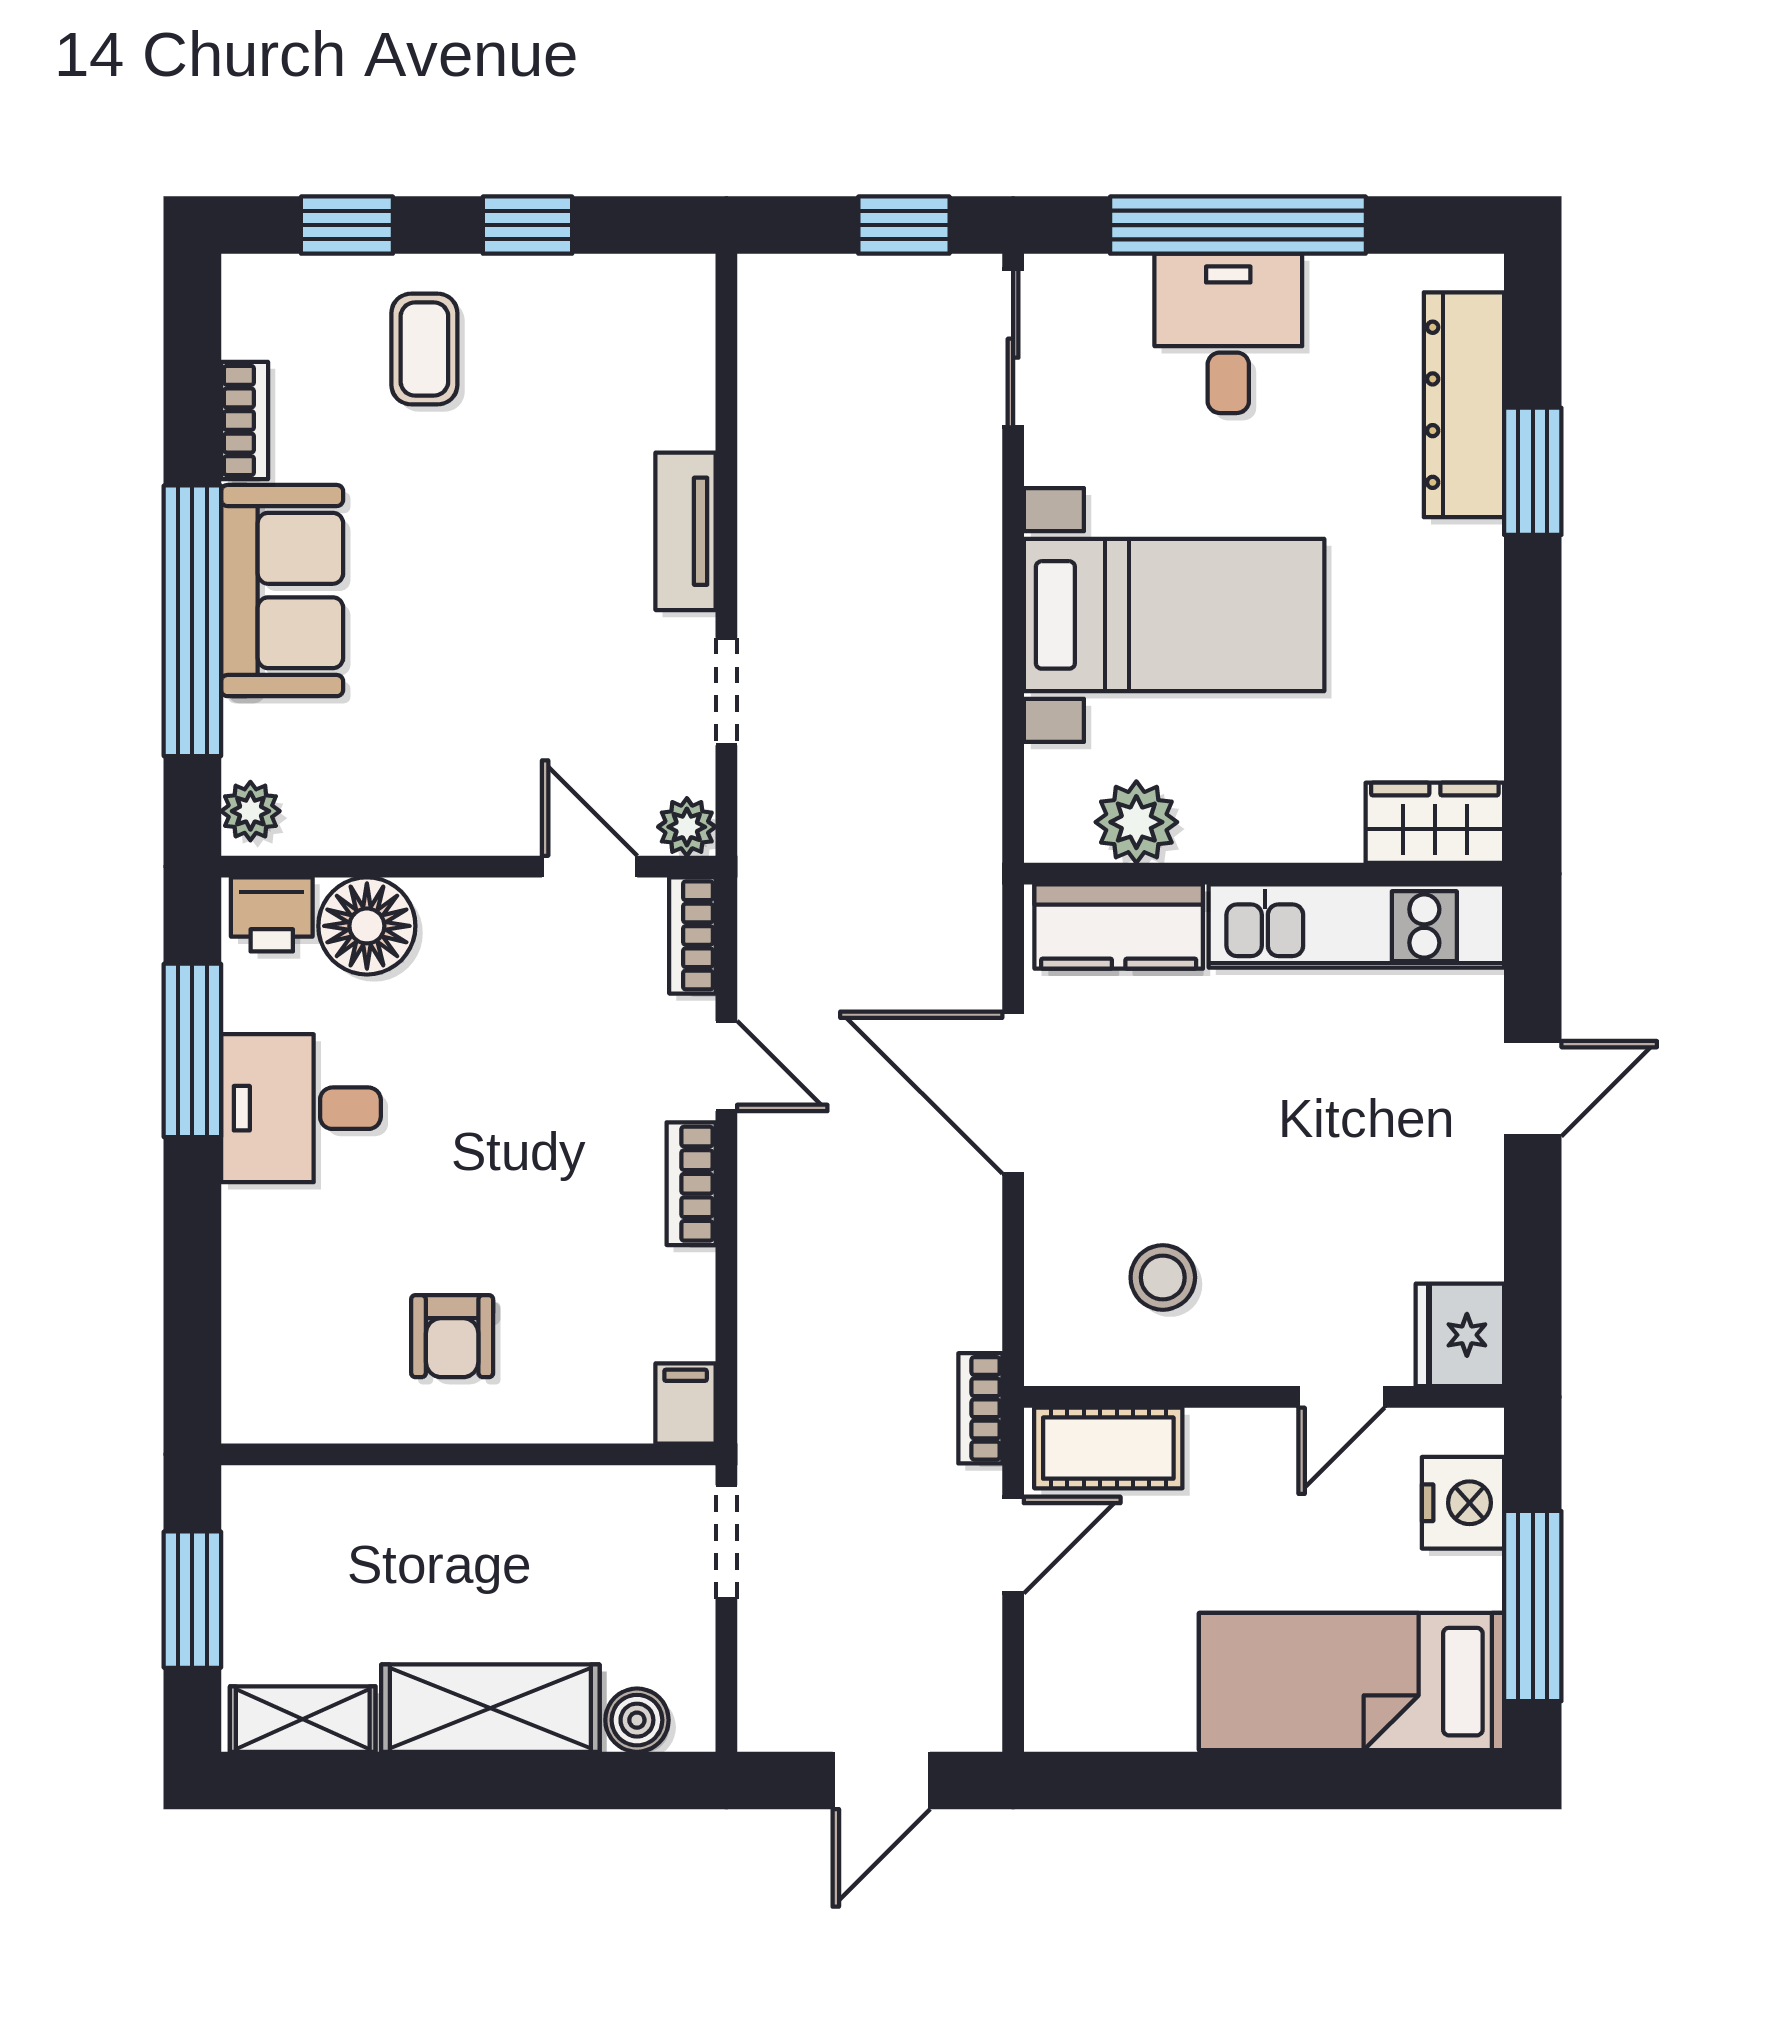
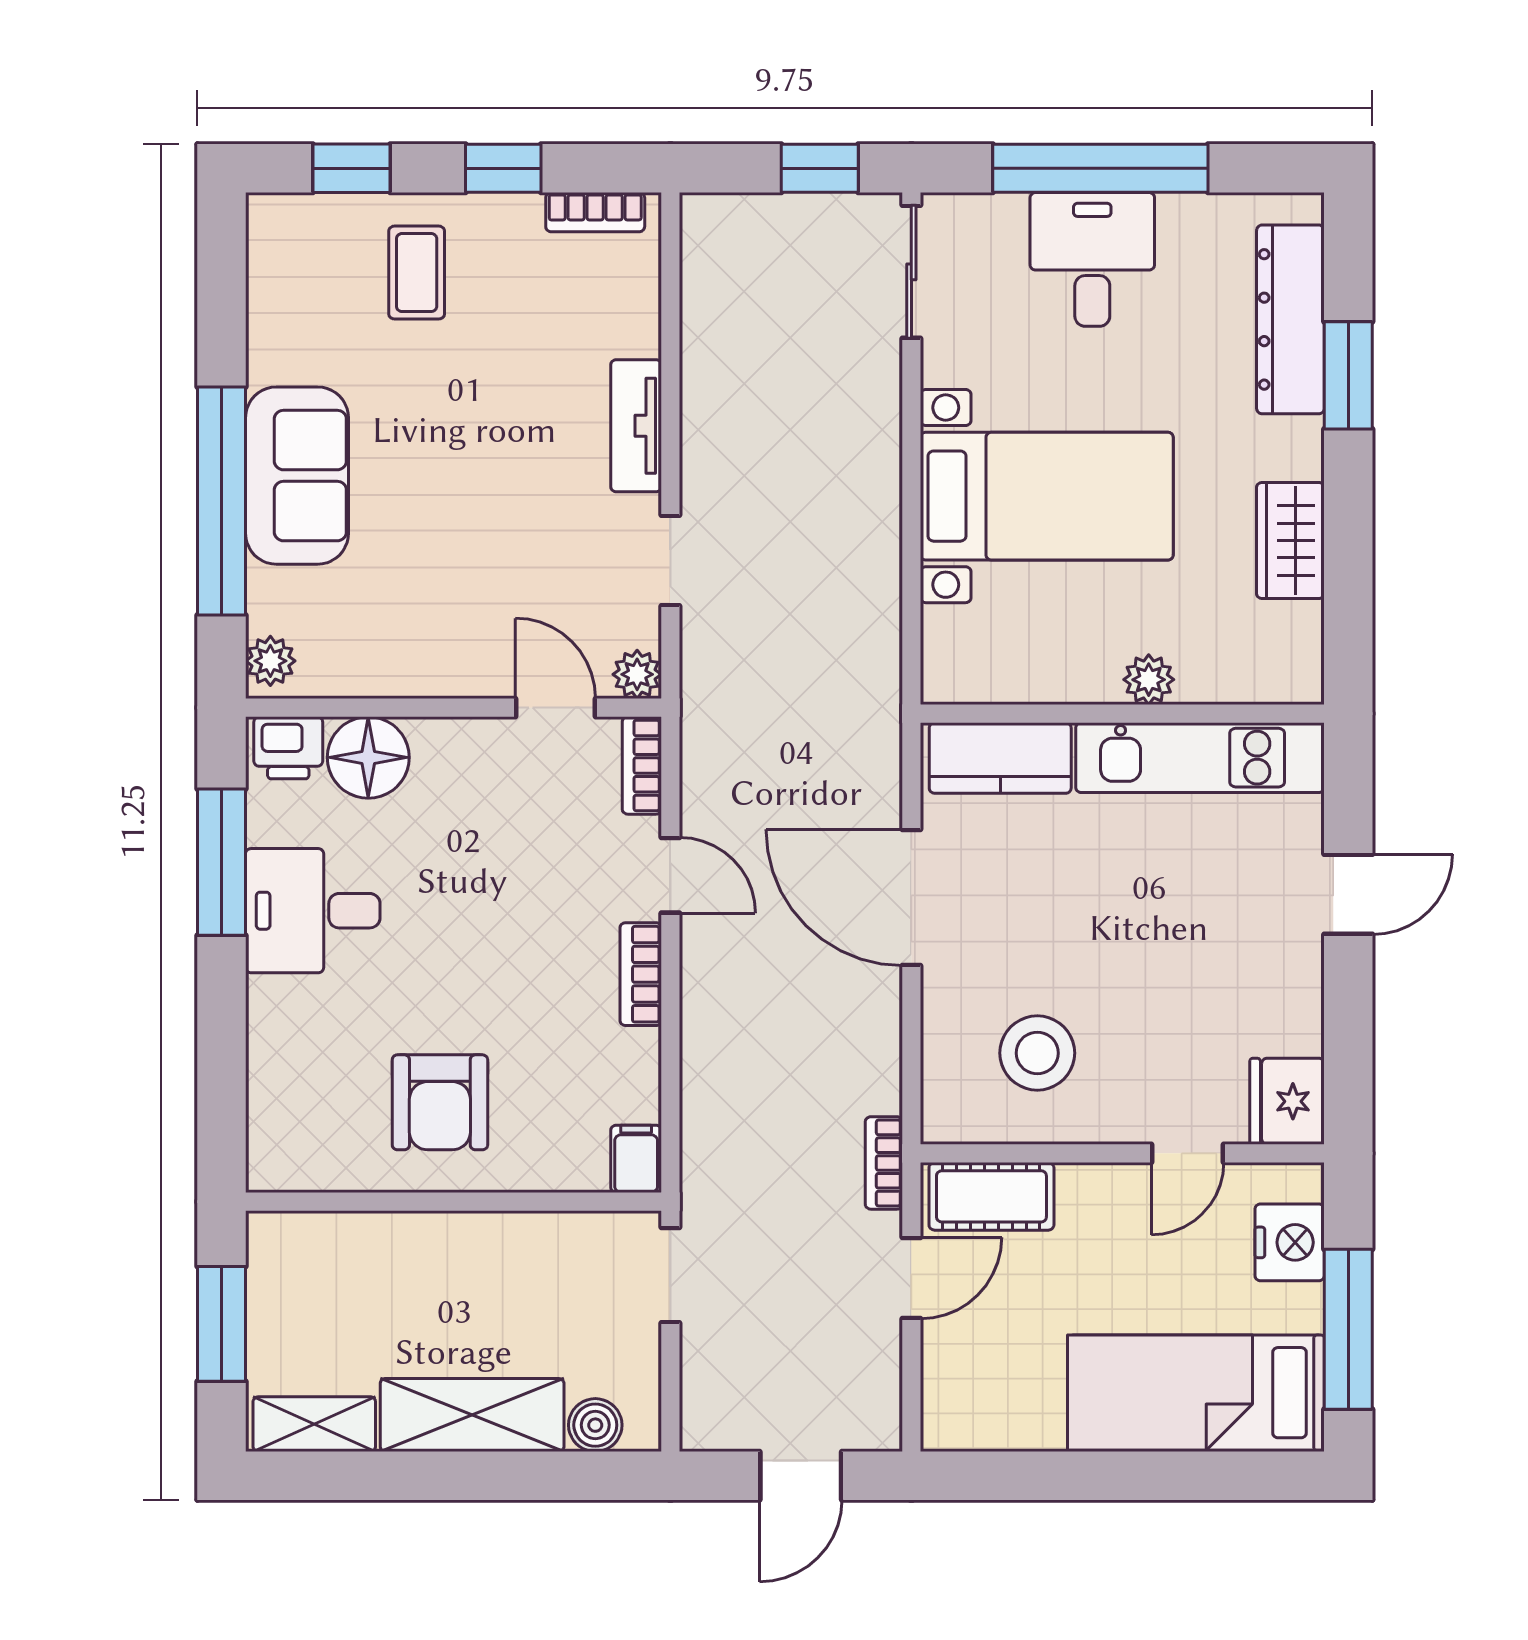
bookcase: (245, 420) -> (595, 212), moved, turned 90
plant: (1136, 822) -> (1149, 680), moved, width x0.73, depth x0.73
wardrobe: (1435, 823) -> (1290, 540), moved, turned -90
stool: (1163, 1277) -> (1037, 1053), width x1.38, depth x1.38
armchair: (452, 1336) -> (440, 1102), width x1.38, depth x1.38

